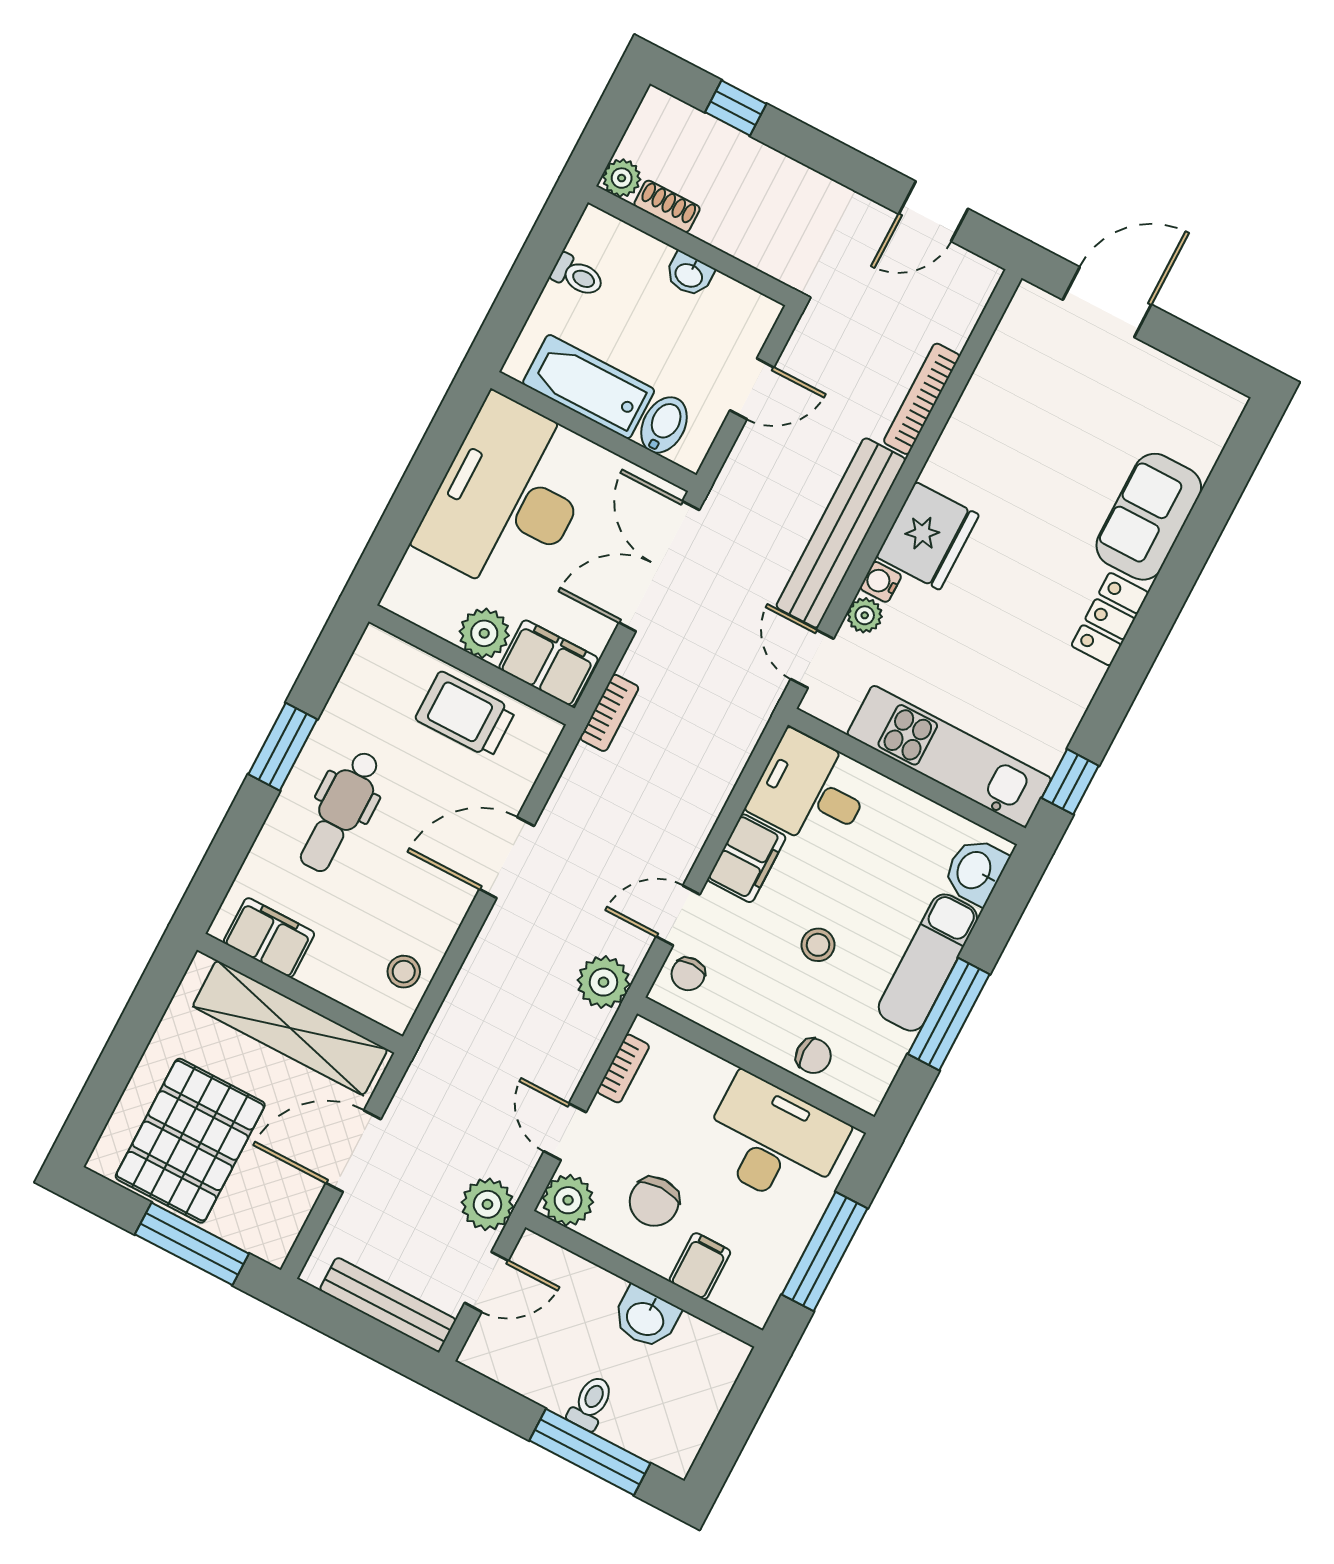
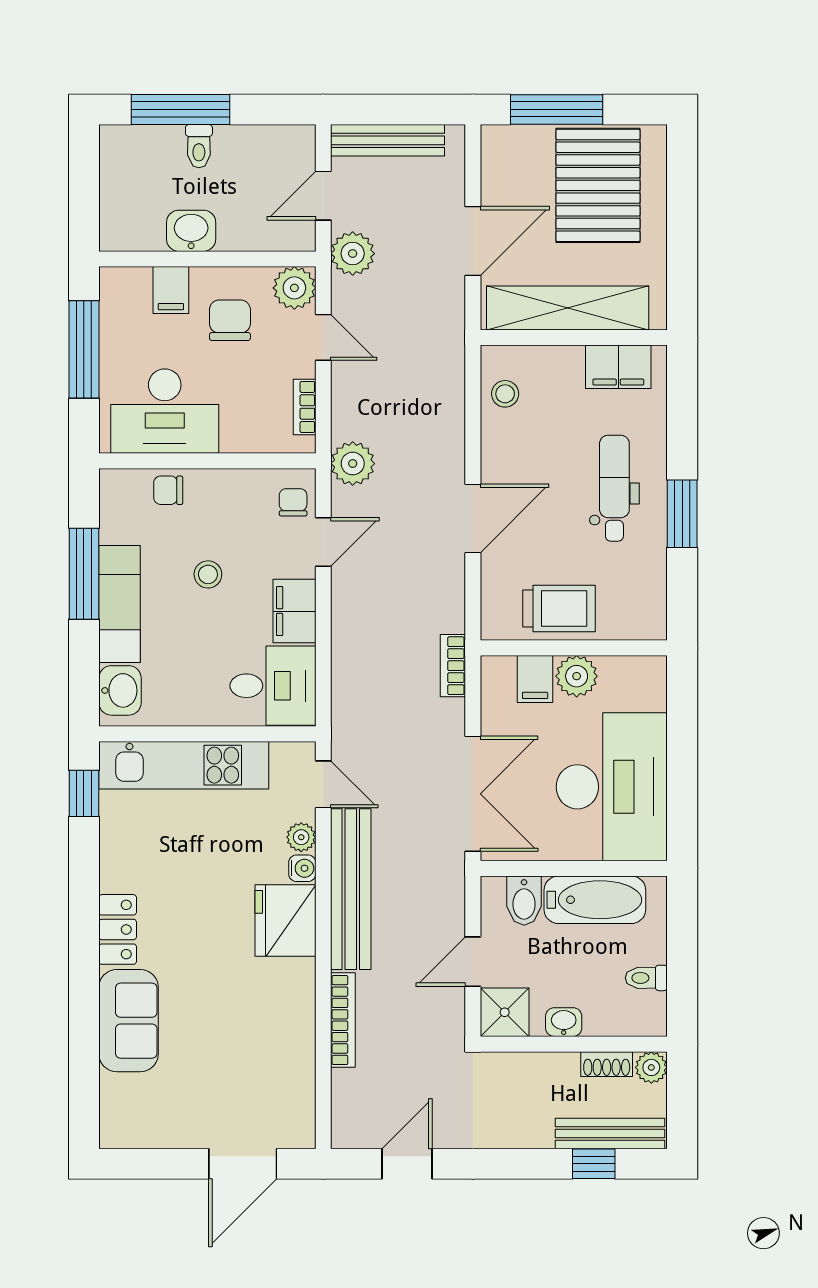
bench: (702, 131) -> (610, 1133), added
shower: (746, 318) -> (505, 1012), added
filing cabinet: (548, 663) -> (535, 679), width x0.50

